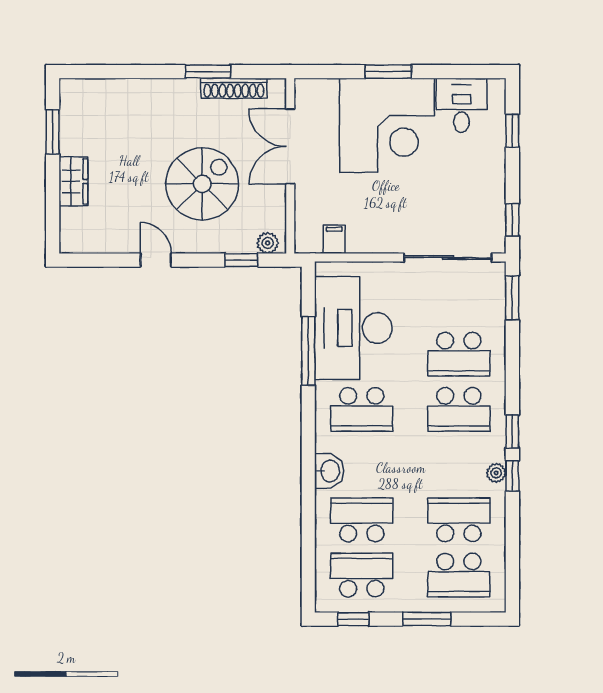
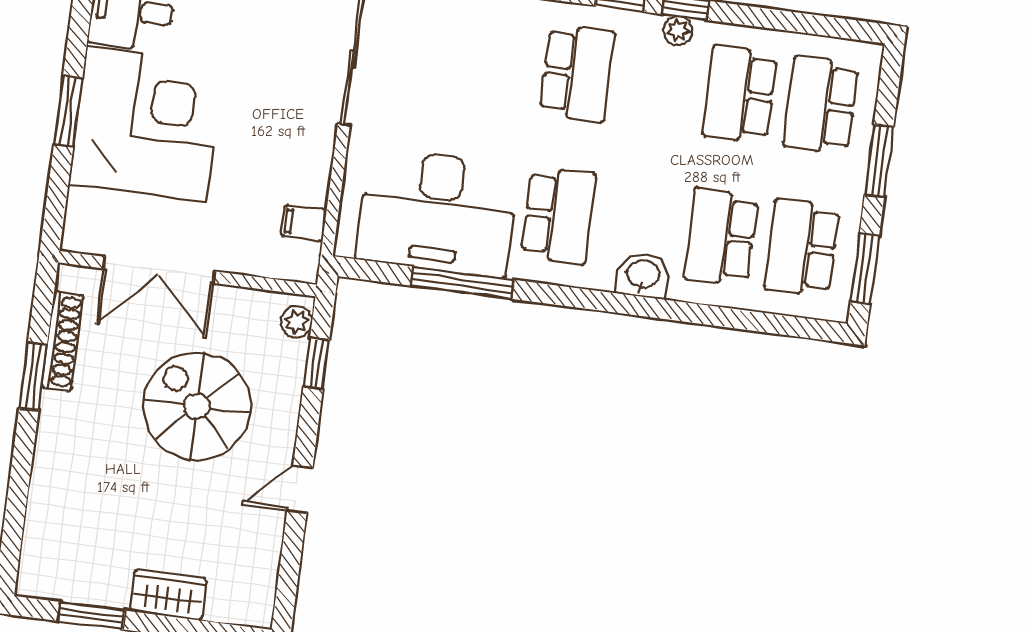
school desk: (459, 354) -> (496, 62), removed
school desk: (459, 575) -> (821, 105), turned 180
window: (353, 619) -> (865, 269), width x1.50

